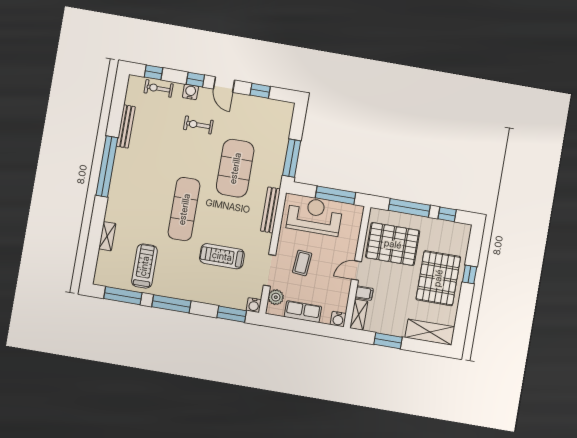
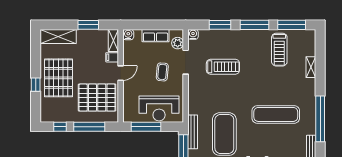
exercise mat: (184, 209) -> (276, 114), moved, turned 90
bench: (270, 210) -> (193, 132), moved
window: (232, 314) -> (220, 25), moved

